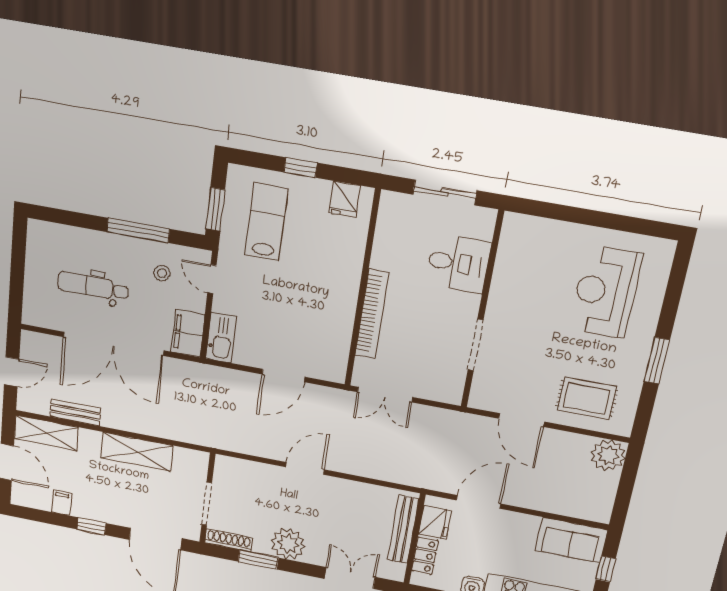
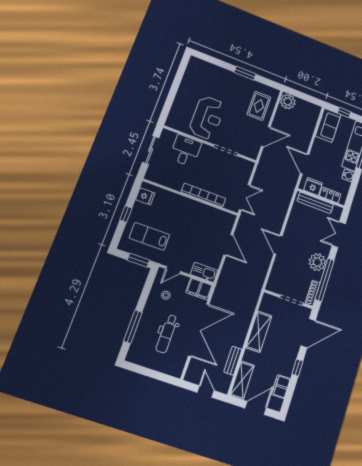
window: (138, 230) -> (133, 327), moved
reception desk: (606, 292) -> (207, 118), moved, turned -90
filing cabinet: (62, 503) -> (281, 387), width x2.00
window: (258, 560) -> (325, 280), width x2.11

